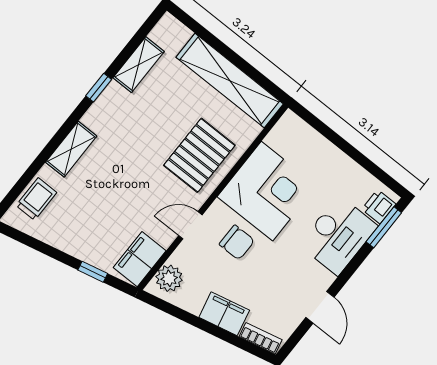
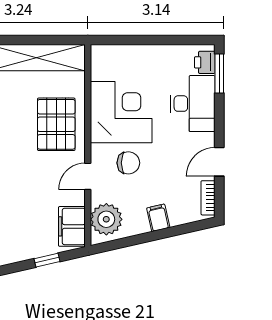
plant: (169, 278) -> (106, 219), width x1.36, depth x1.36
door: (320, 307) -> (219, 162), swing flipped
filing cabinet: (224, 314) -> (158, 218), width x0.50
bookcase: (261, 338) -> (208, 198), moved, turned -77

